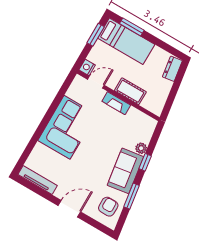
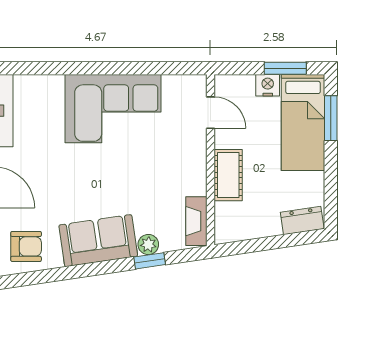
nightstand: (87, 67) -> (268, 85), moved
fireplace: (116, 103) -> (196, 221), moved
window: (145, 162) -> (150, 261), moved
window: (131, 196) -> (64, 273), removed

